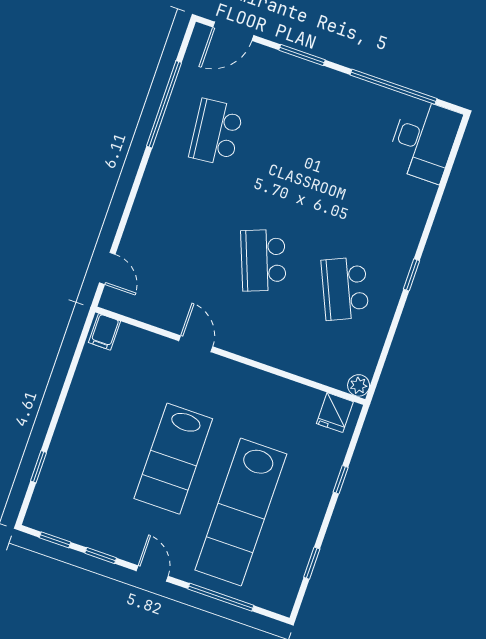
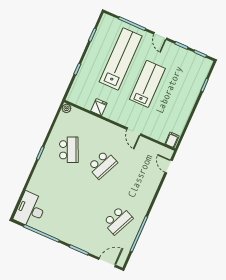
school desk: (216, 132) -> (118, 220), turned 30
school desk: (263, 260) -> (102, 165), turned 45
fridge: (335, 413) -> (99, 107), moved

